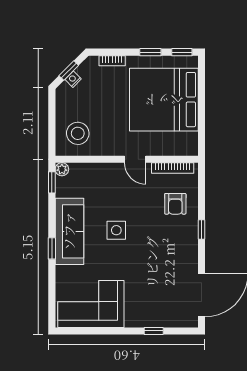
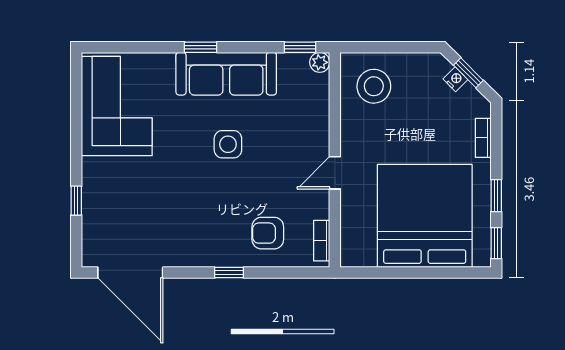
bookcase: (173, 168) -> (322, 241), width x0.64

